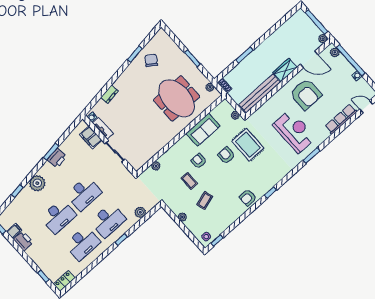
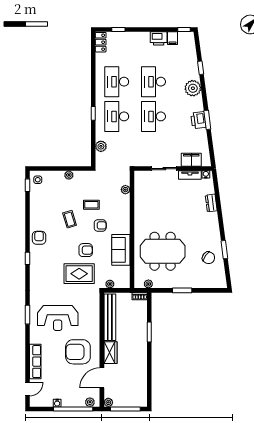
coffee table: (205, 200) -> (70, 219), moved

